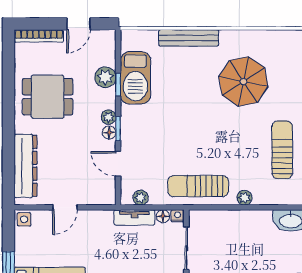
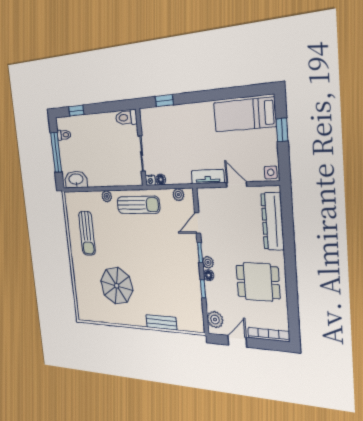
bench: (189, 38) -> (161, 322), width x0.73
plant: (105, 77) -> (215, 320), moved
barbecue: (135, 78) -> (191, 293), removed
floor lamp: (109, 133) -> (209, 275), moved
door: (118, 164) -> (198, 223), swing flipped
door: (65, 207) -> (237, 185), hinge flipped
tv unit: (134, 217) -> (208, 177), moved

